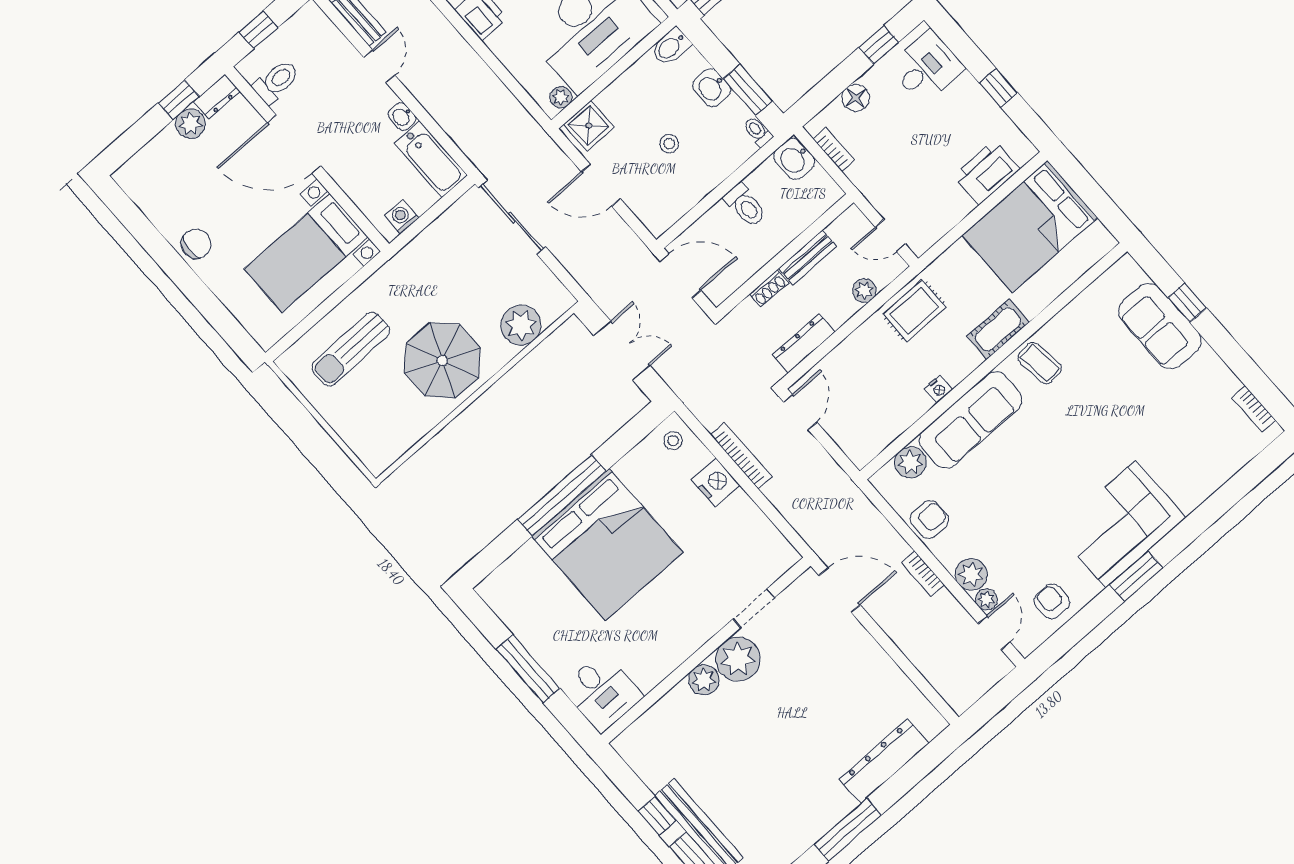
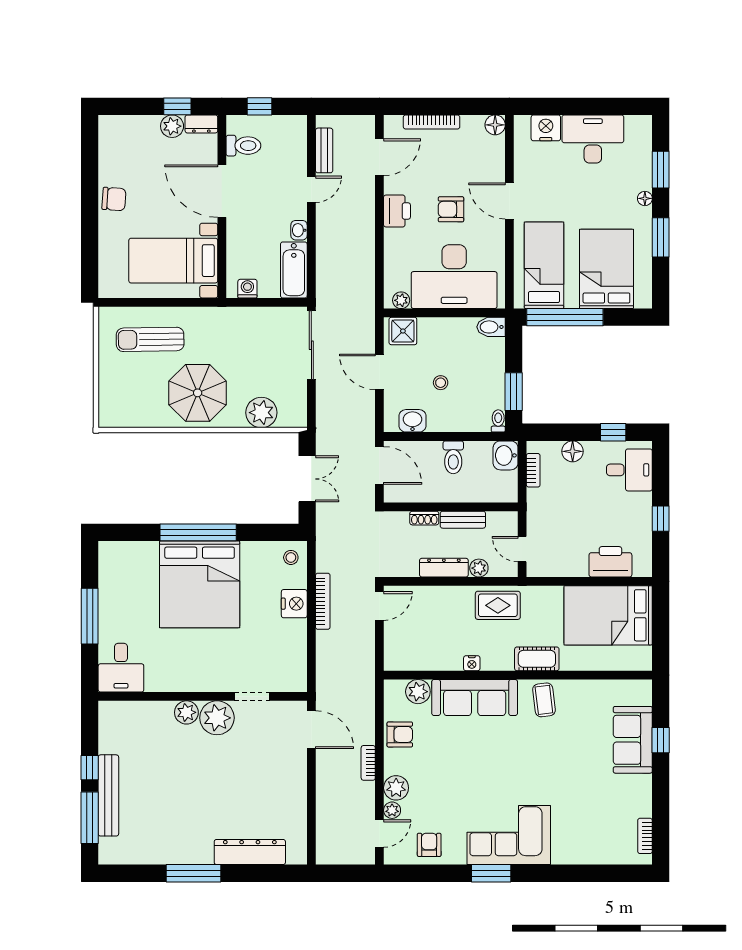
washbasin: (711, 88) -> (413, 421), moved, turned 90
dresser: (804, 343) -> (444, 568), moved

